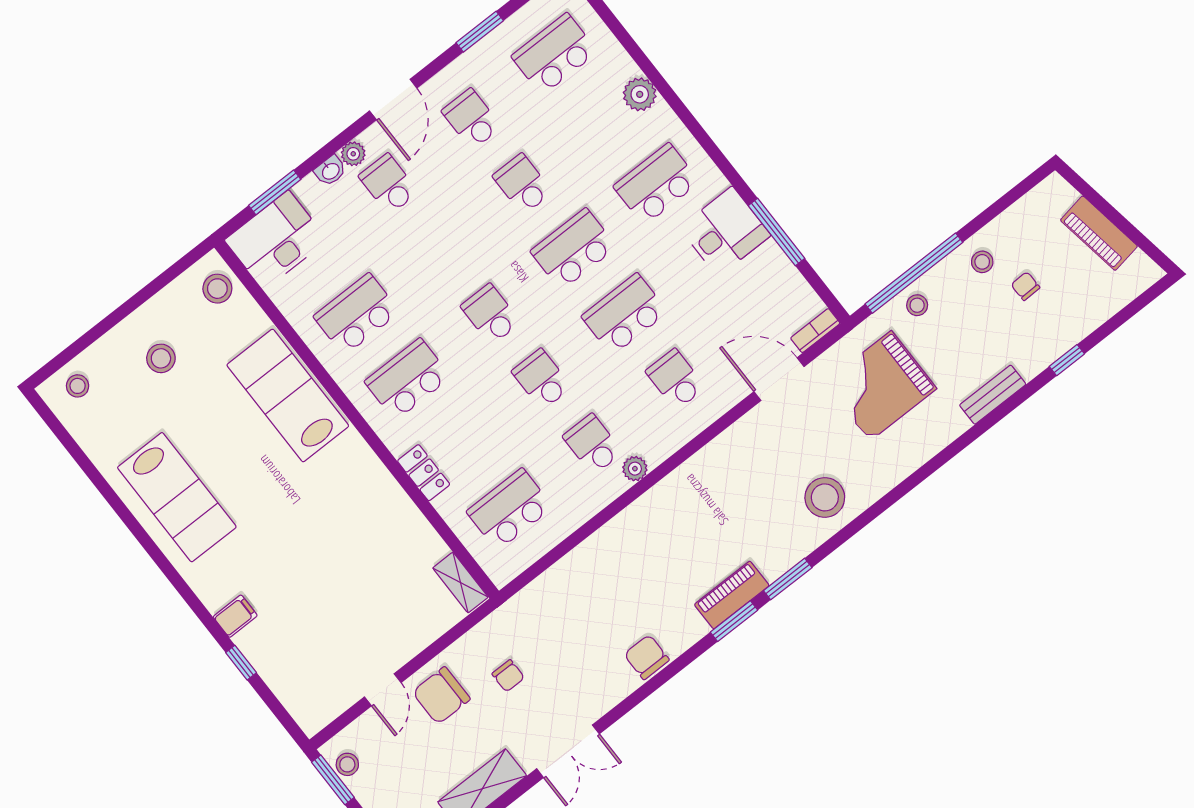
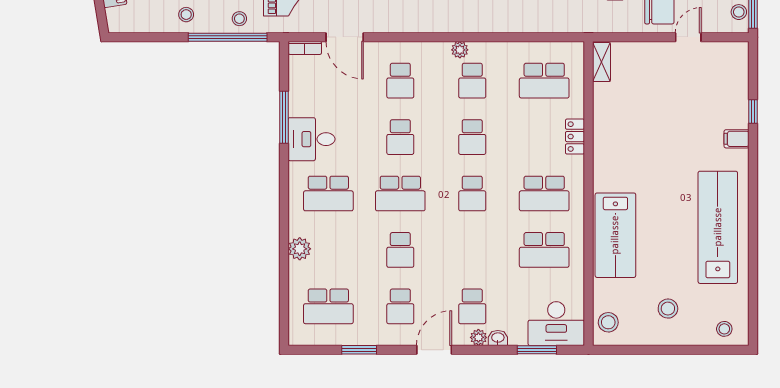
school desk: (625, 314) -> (400, 137), width x0.54
lab bench: (177, 497) -> (718, 227), width x1.36

